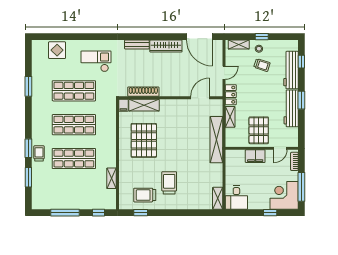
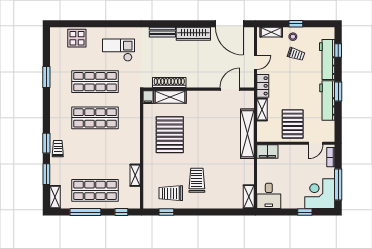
filing cabinet: (255, 156) -> (267, 152), moved
shop shelf: (74, 159) -> (95, 190), moved
shelving: (36, 199) -> (55, 197), added

